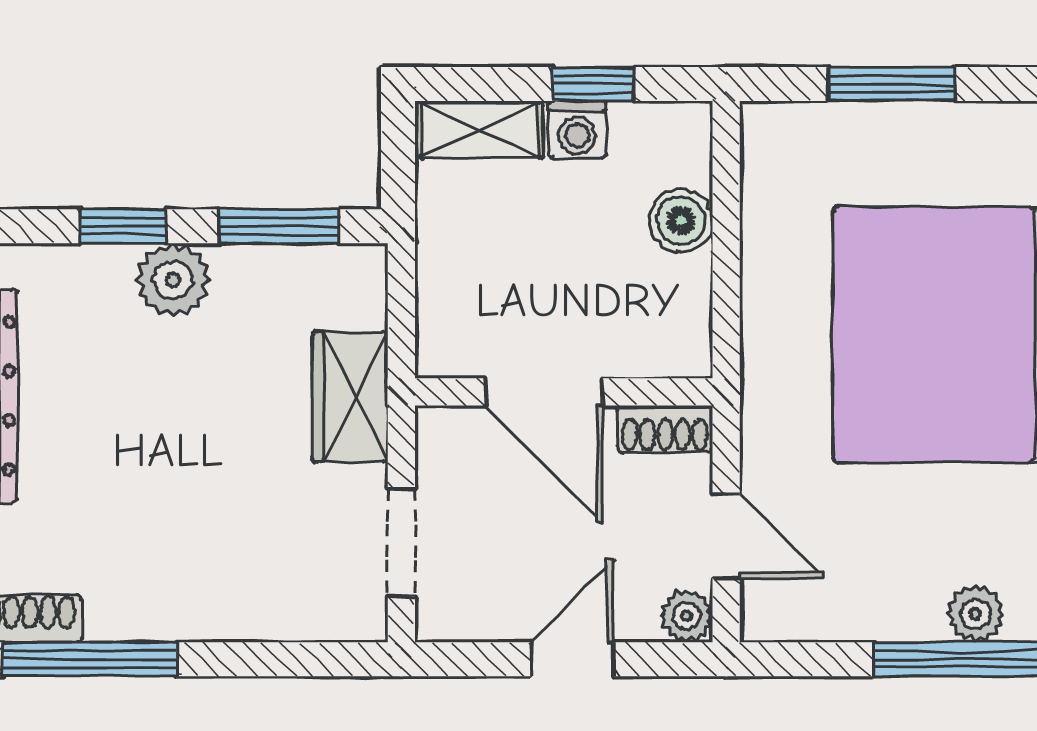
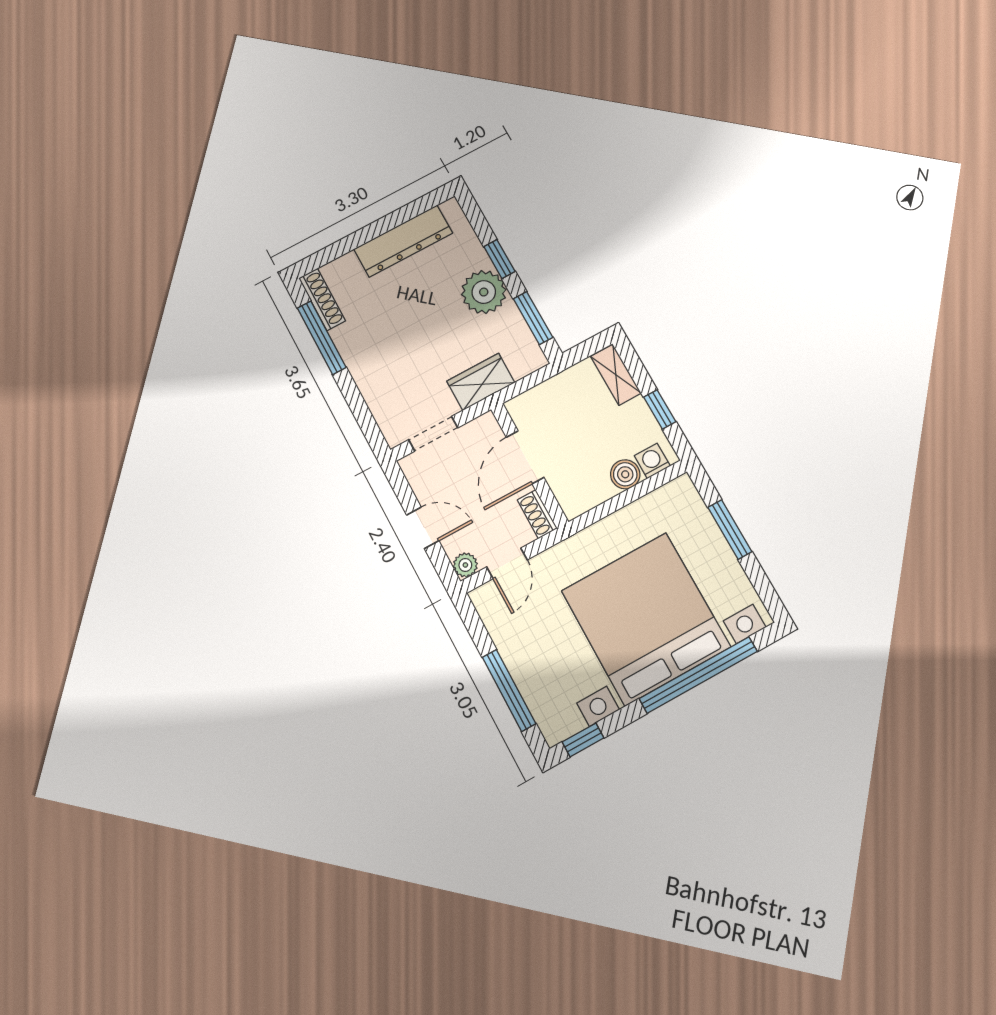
washing machine: (577, 130) -> (652, 461), moved, turned 90
plant: (173, 280) -> (484, 292), width x1.36, depth x1.36
plant: (976, 614) -> (531, 686), removed

